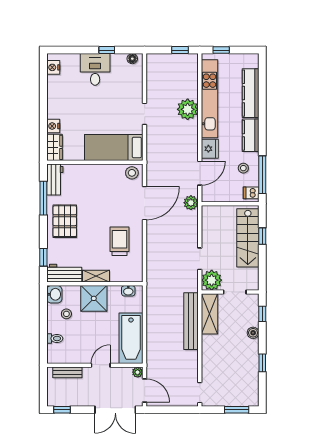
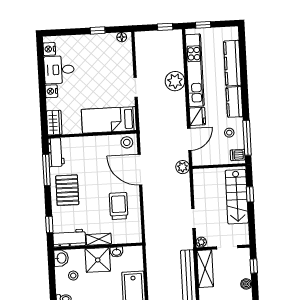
desk: (95, 69) -> (59, 70), moved, turned -90
nightstand: (53, 126) -> (51, 91), moved
door: (145, 203) -> (140, 170), swing flipped
plant: (212, 280) -> (201, 242), width x0.53, depth x0.53
washbasin: (128, 291) -> (117, 252), moved

